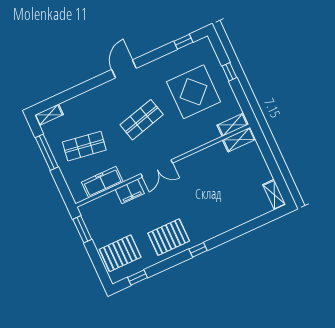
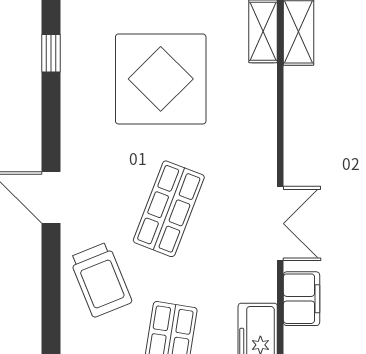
trolley: (99, 105) -> (101, 280), added
shop shelf: (142, 120) -> (169, 209), turned 36

